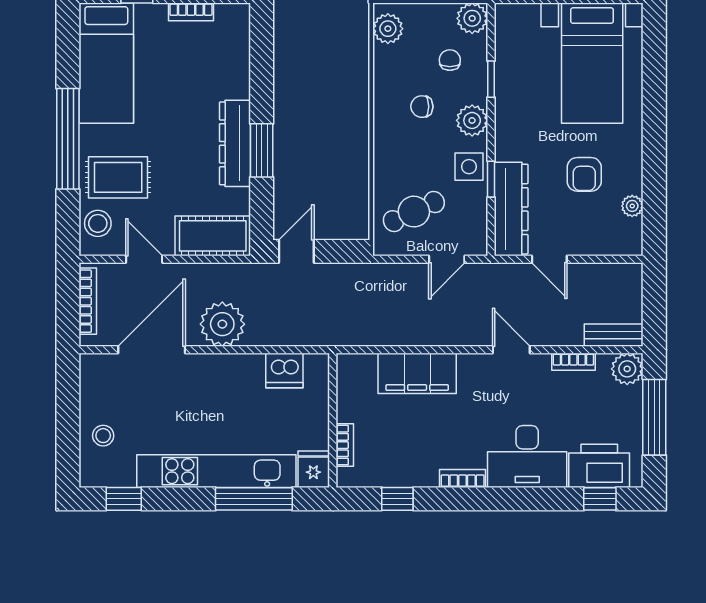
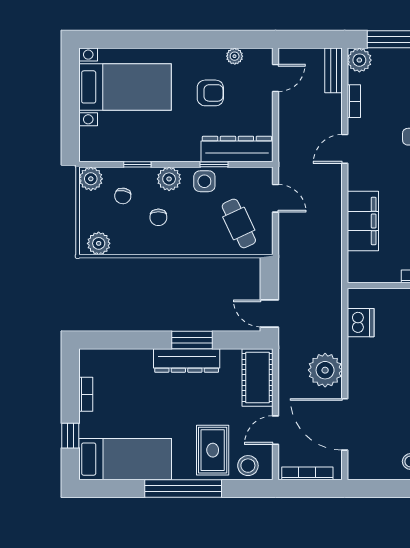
chair: (450, 60) -> (123, 196), turned -79
door: (549, 259) -> (275, 78), moved

